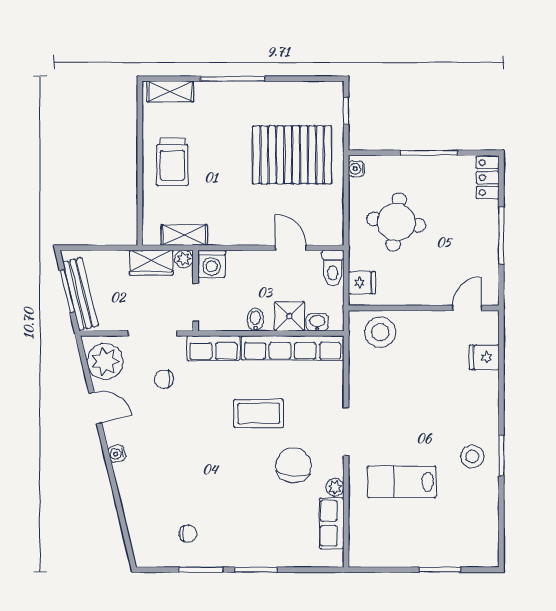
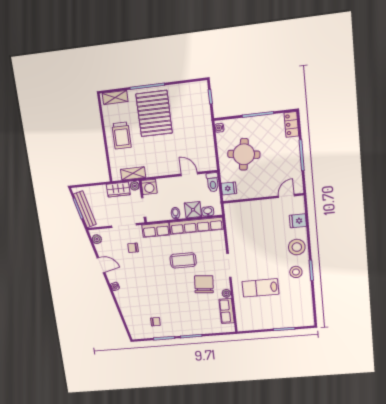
pallet: (292, 155) -> (154, 114), moved, turned 90
stool: (380, 332) -> (297, 247), moved
plant: (105, 361) -> (97, 239), width x0.53, depth x0.53

